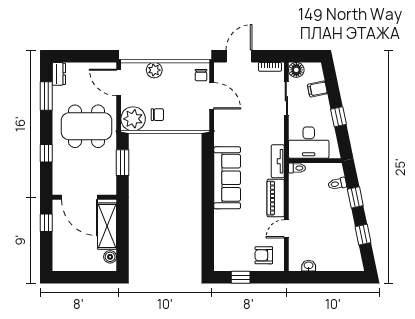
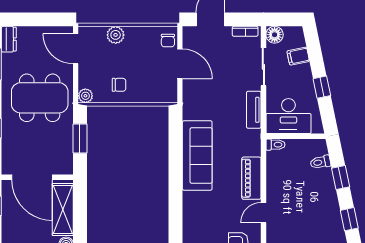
plant: (133, 119) -> (85, 96), width x0.53, depth x0.53
tv unit: (278, 161) -> (254, 110), moved

